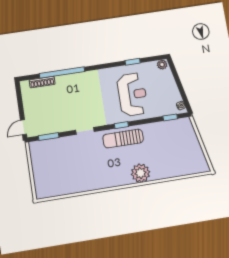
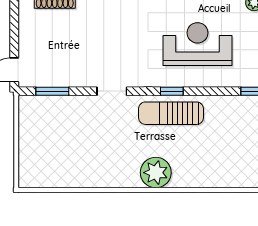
reception desk: (132, 94) -> (197, 44), turned -90
plant: (140, 173) -> (156, 173), moved

